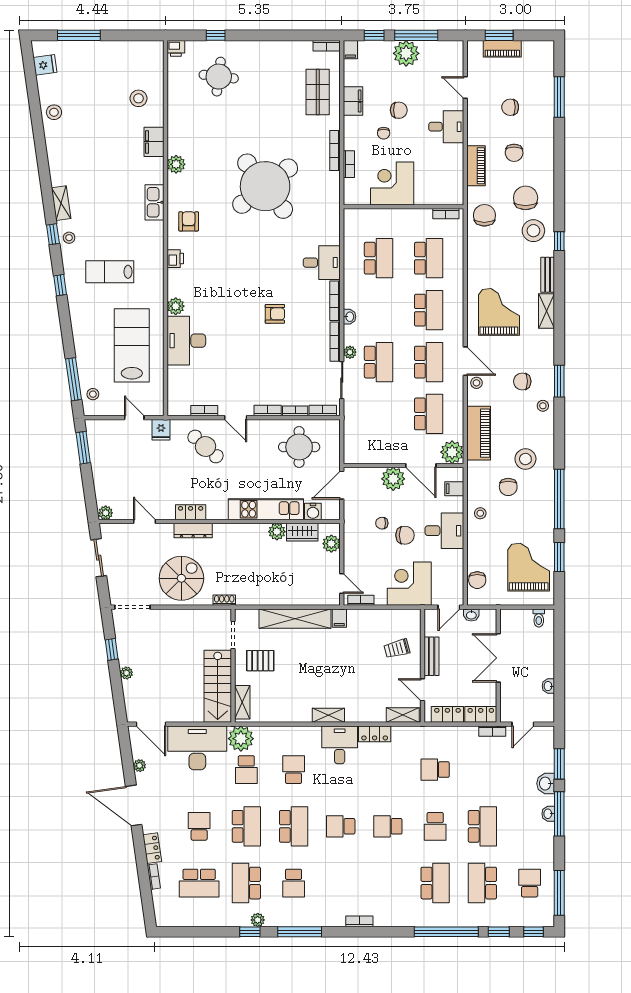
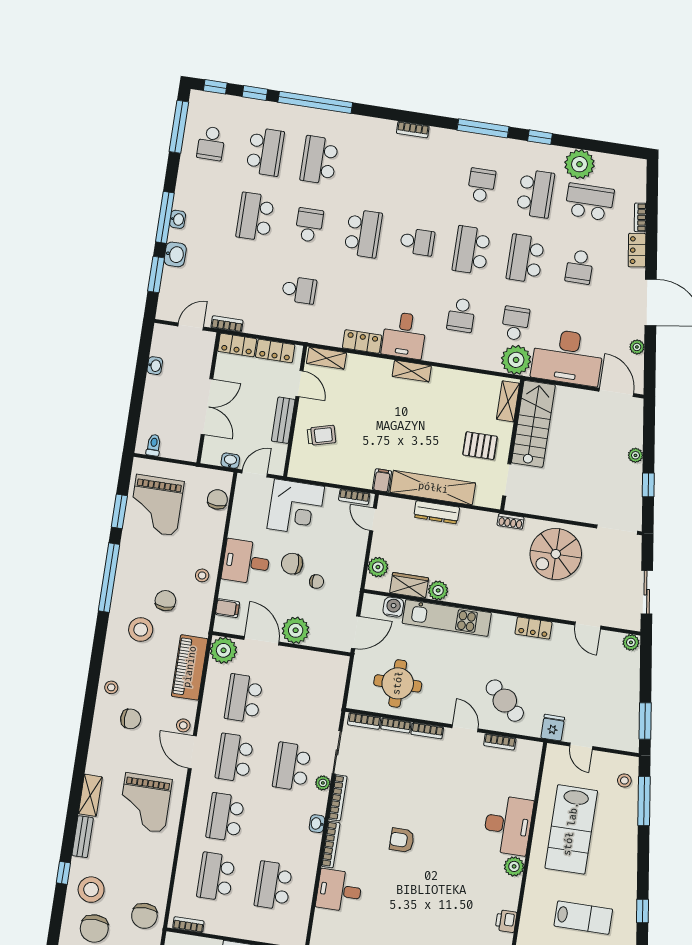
window: (559, 381) -> (88, 713), removed
dresser: (193, 531) -> (437, 512), moved, turned 180
school desk: (388, 826) -> (363, 233), width x1.85
plant: (258, 920) -> (579, 164), moved, width x1.88, depth x1.88

